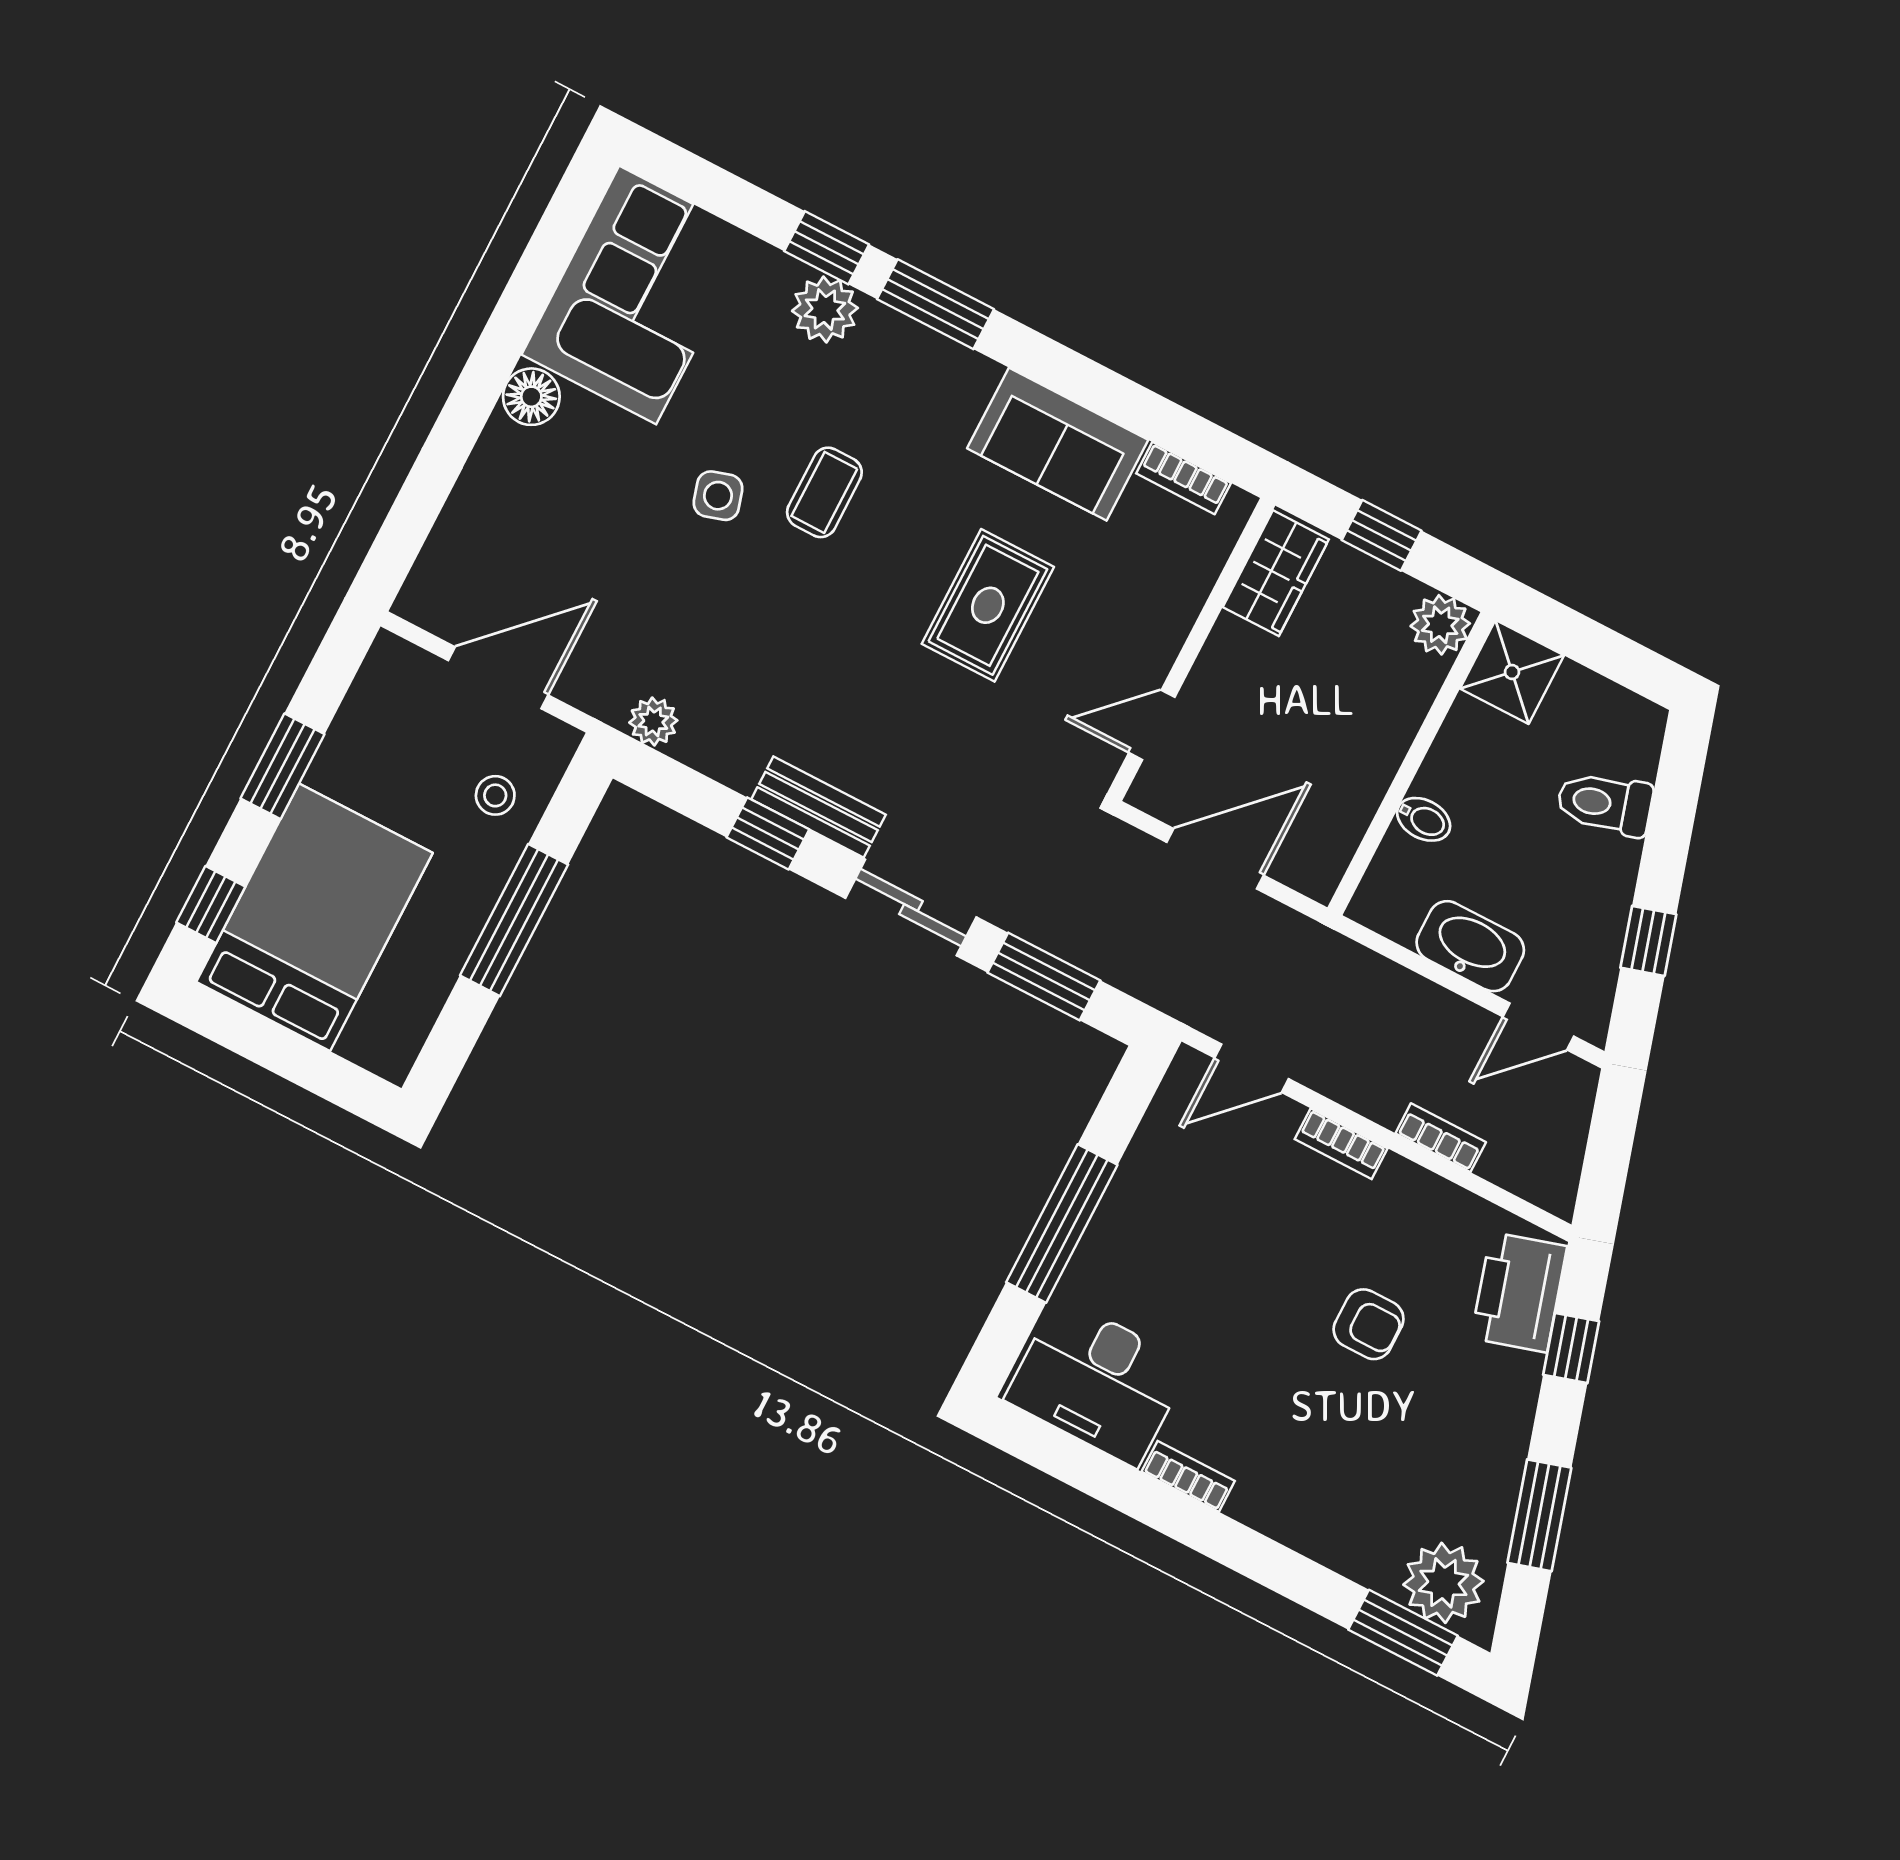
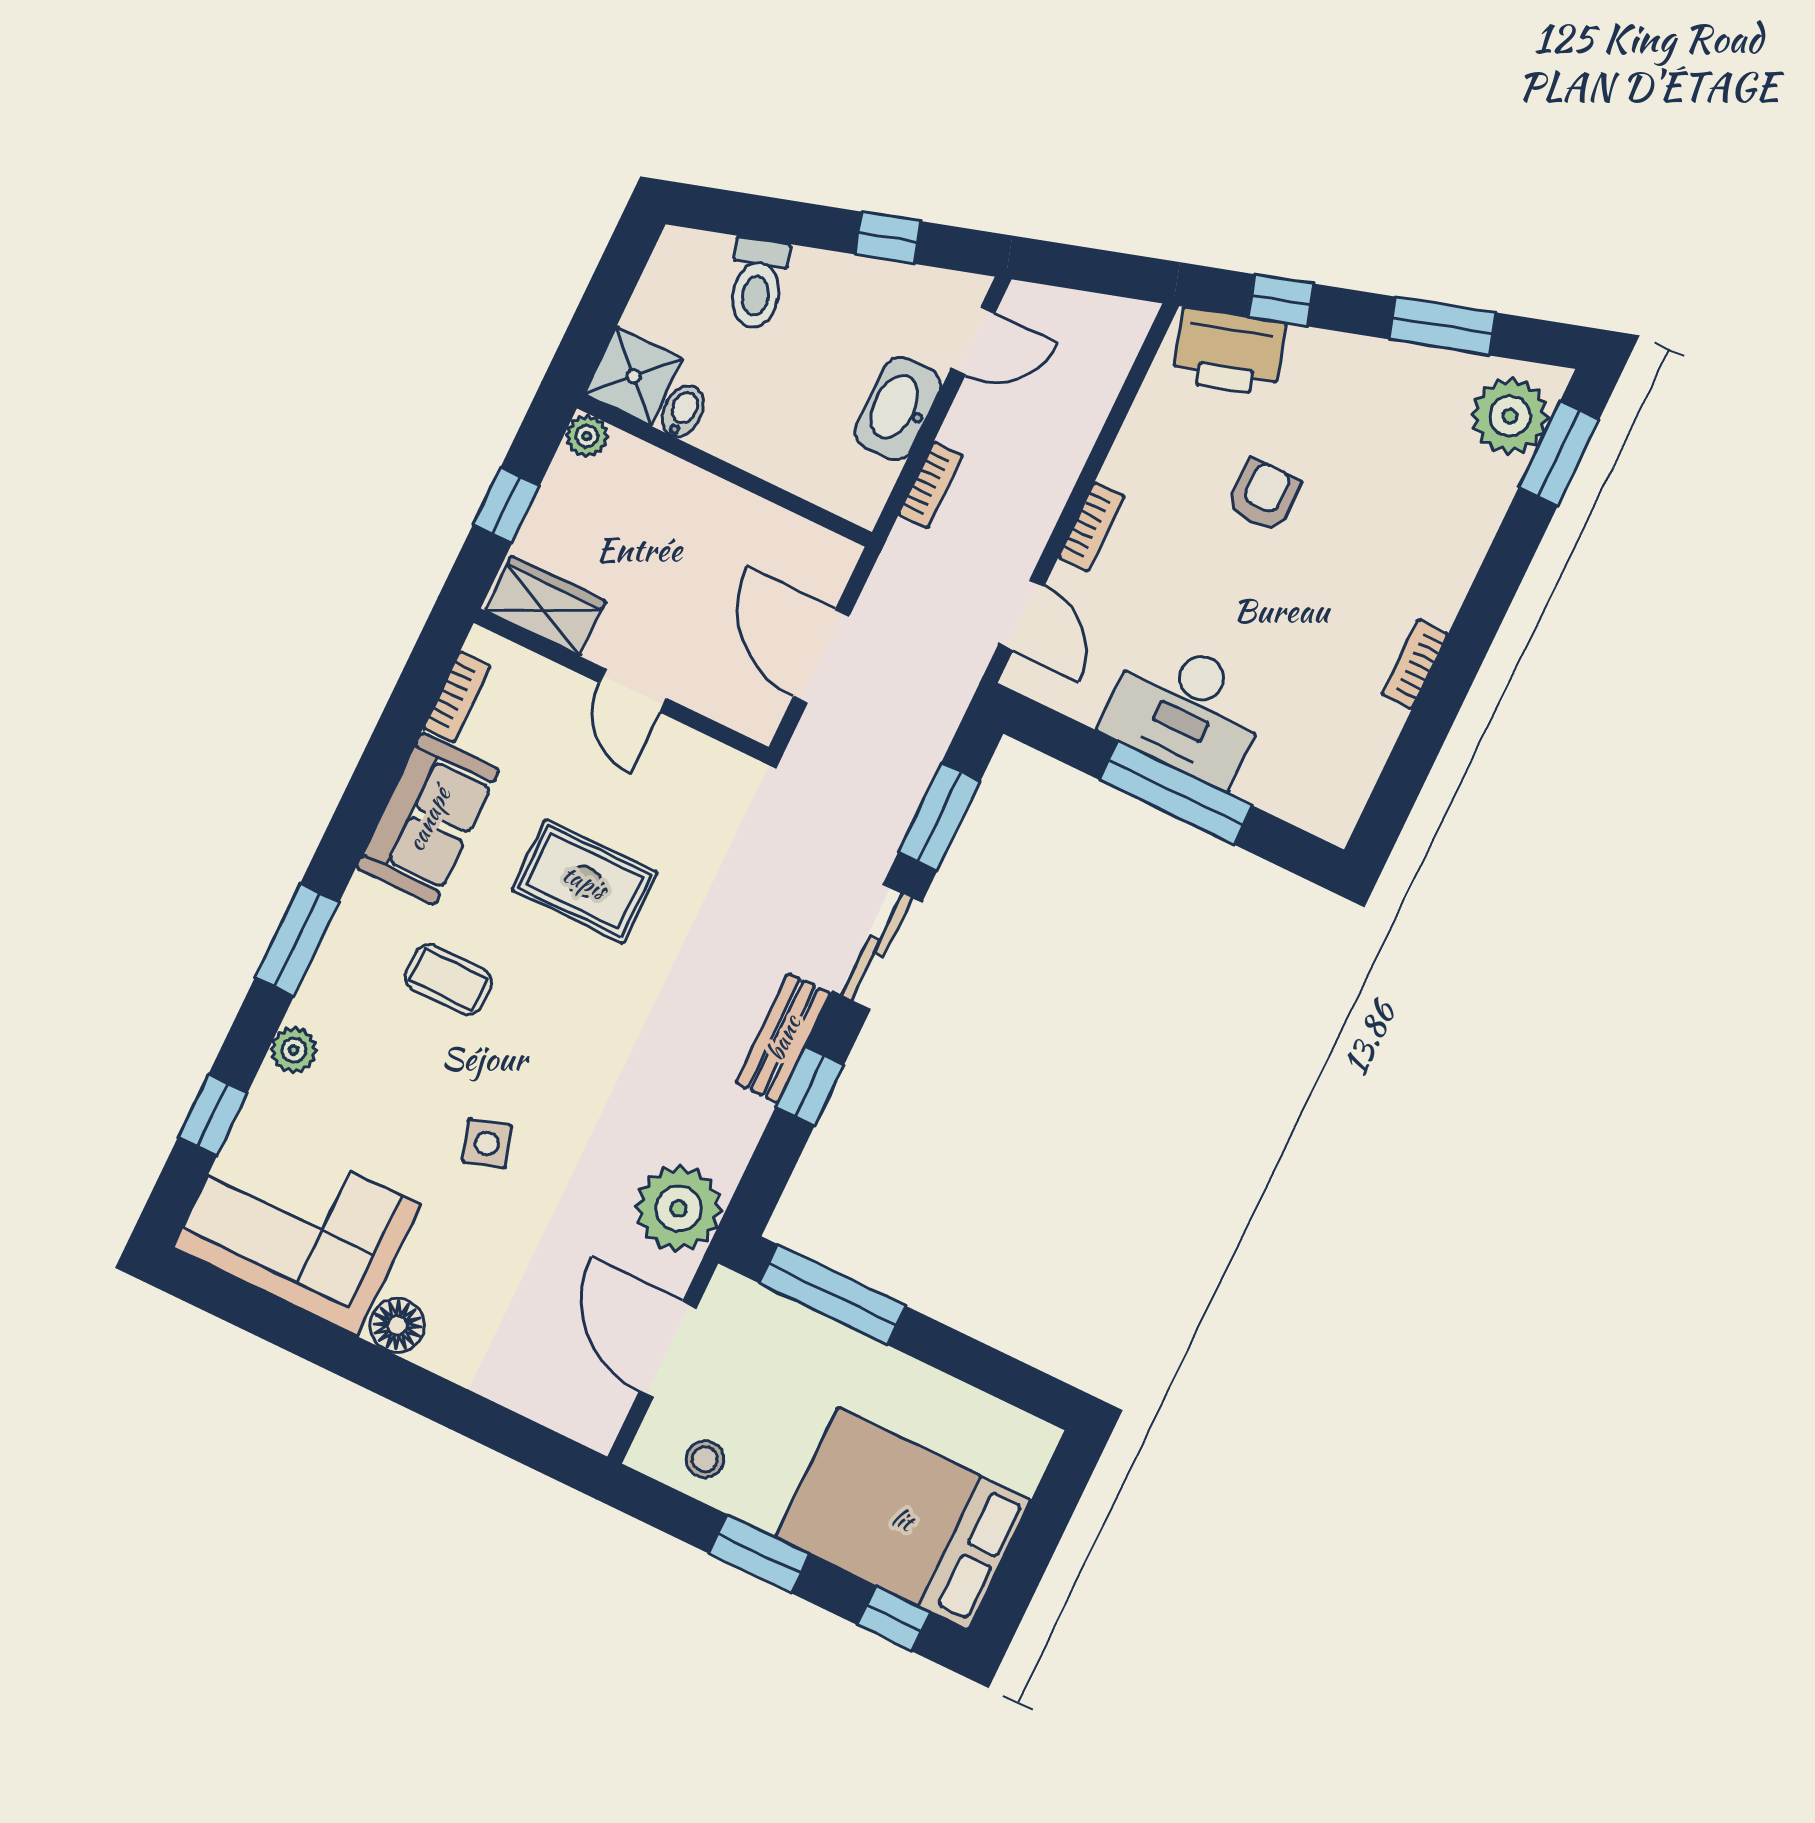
window: (827, 248) -> (213, 1115), moved
plant: (825, 309) -> (294, 1050), width x0.73, depth x0.73
coffee table: (824, 492) -> (448, 980), moved
plant: (1440, 625) -> (587, 436), width x0.73, depth x0.73
plant: (653, 721) -> (679, 1208), width x1.88, depth x1.88
door: (1152, 725) -> (633, 691), moved
stool: (495, 795) -> (705, 1459), moved
bidet: (1424, 819) -> (683, 411), moved
window: (514, 920) -> (832, 1294), moved
door: (1538, 1026) -> (973, 341), hinge flipped
bookcase: (1441, 1138) -> (931, 485), moved, turned 180
desk: (1098, 1382) -> (1186, 710), moved, turned 90

